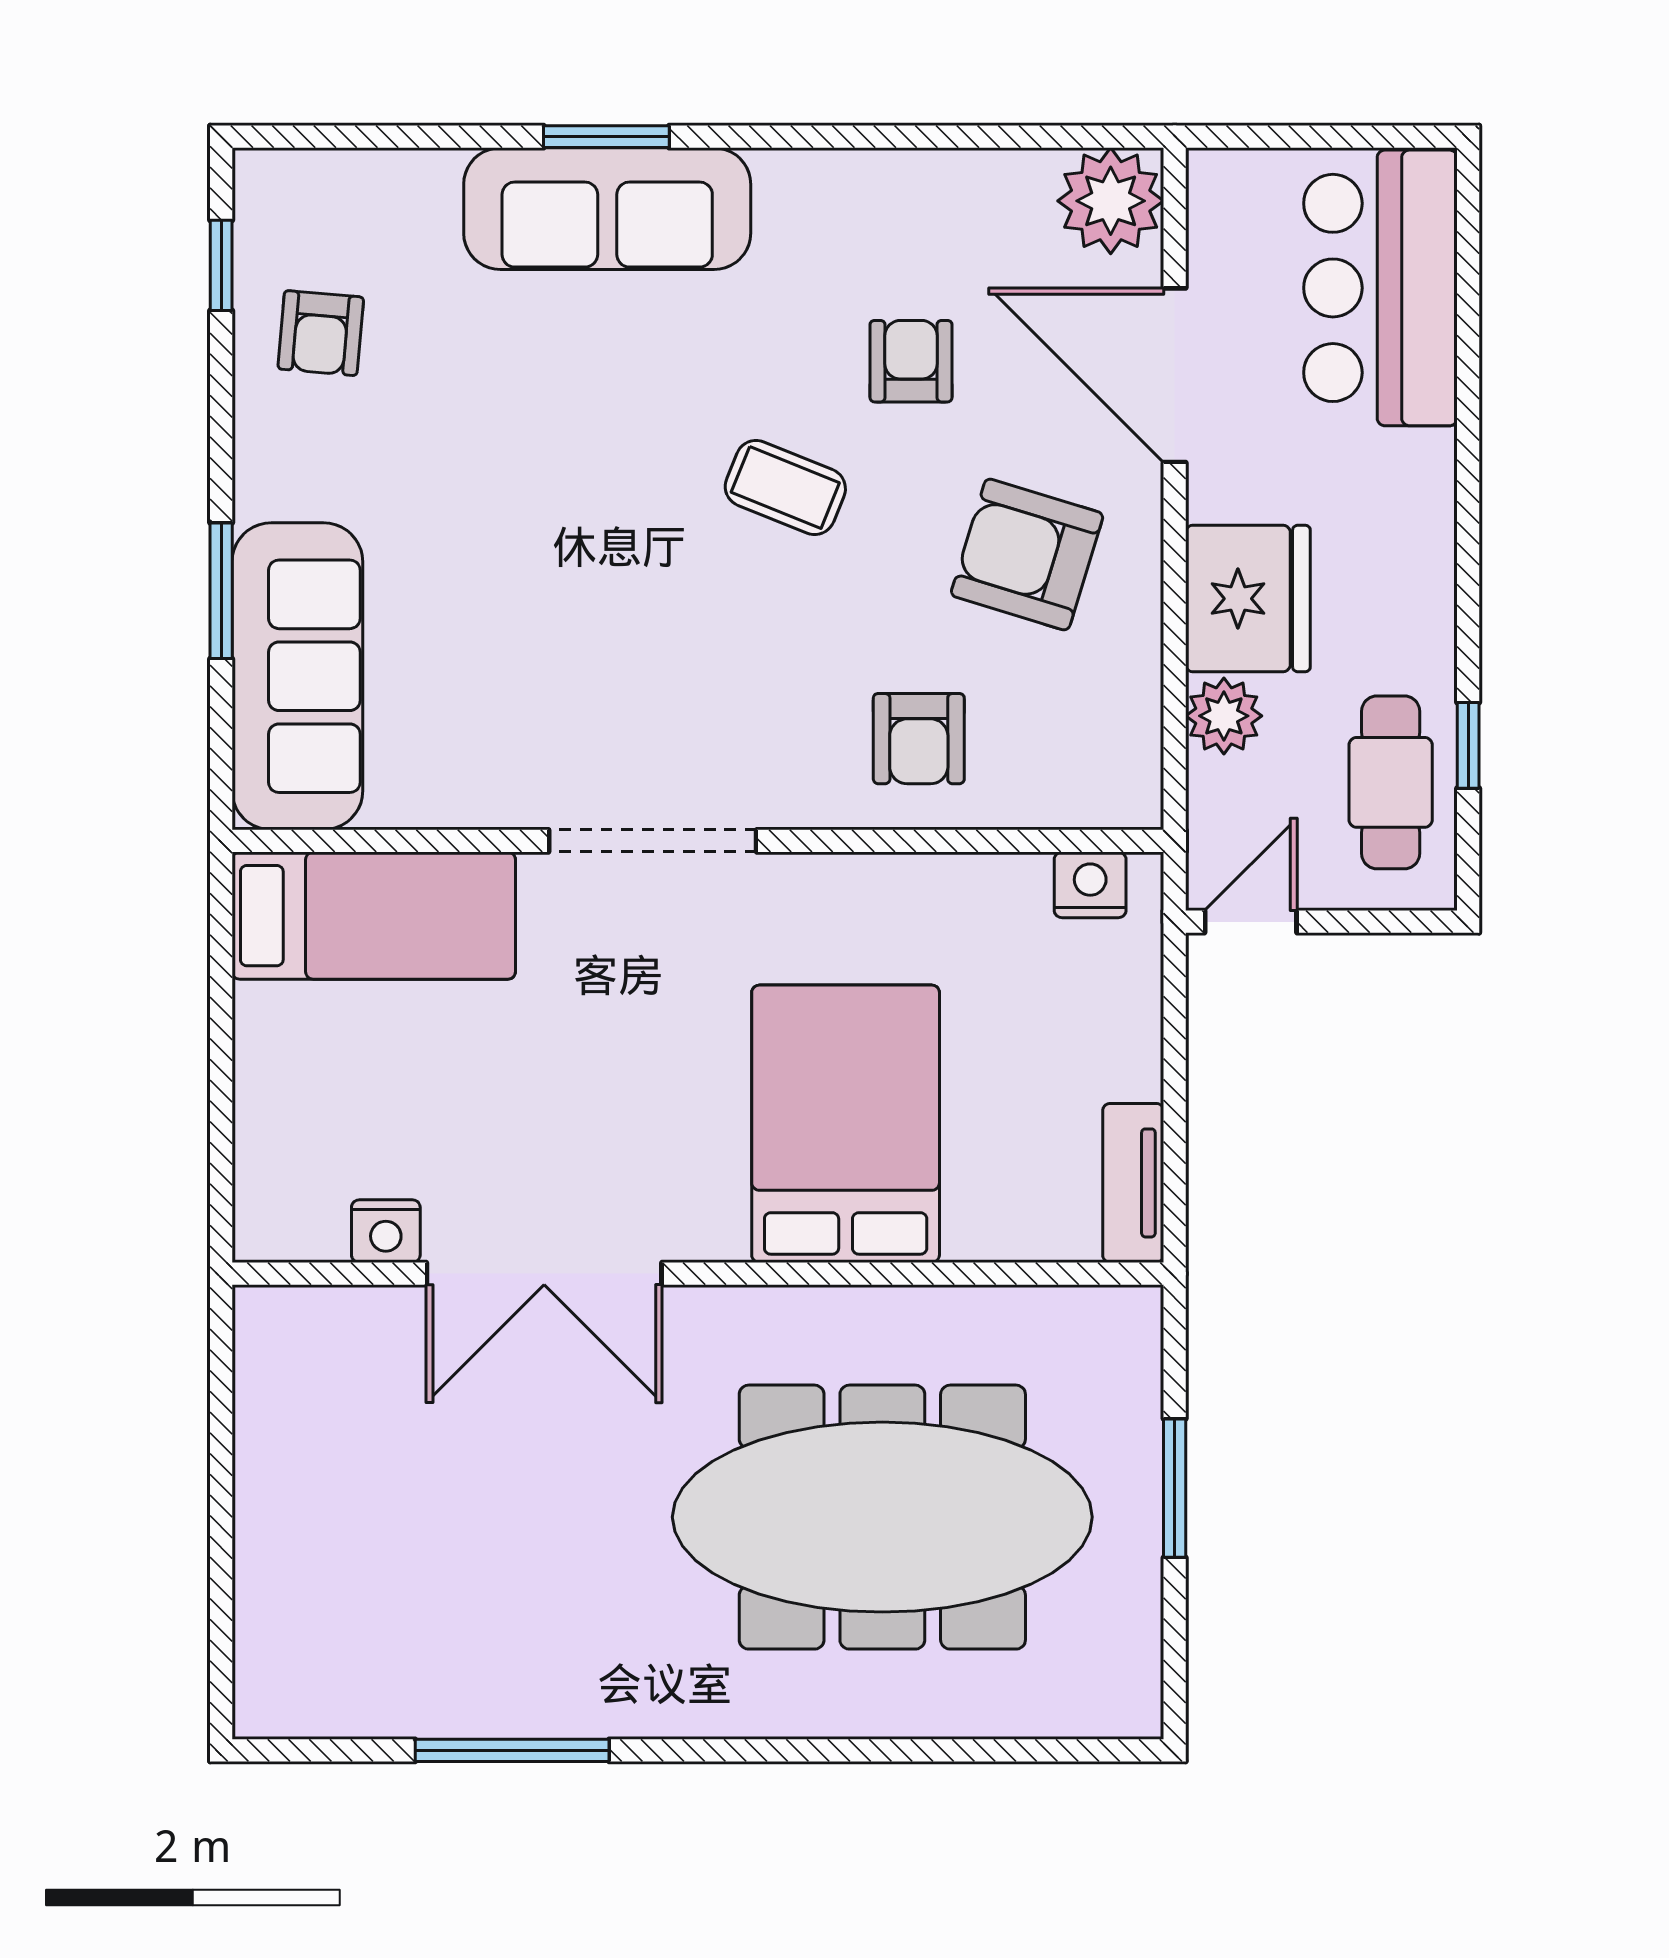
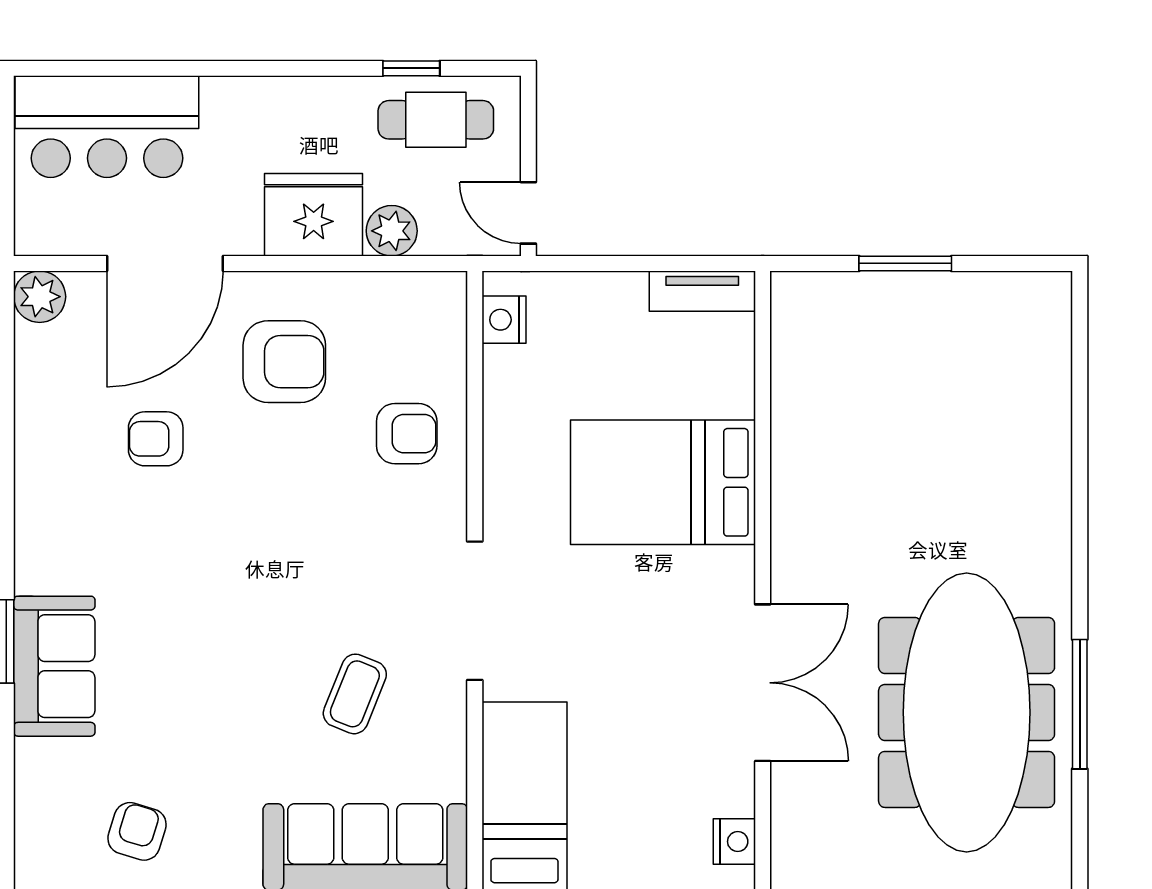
plant: (1111, 201) -> (40, 297), width x0.73, depth x0.73
sofa: (607, 209) -> (54, 666), width x0.73
armchair: (321, 333) -> (137, 831), turned -78
coffee table: (785, 487) -> (355, 694), moved
armchair: (1027, 555) -> (284, 362), turned -107
nightstand: (386, 1231) -> (734, 842), moved
meeting table: (882, 1517) -> (967, 712), moved

